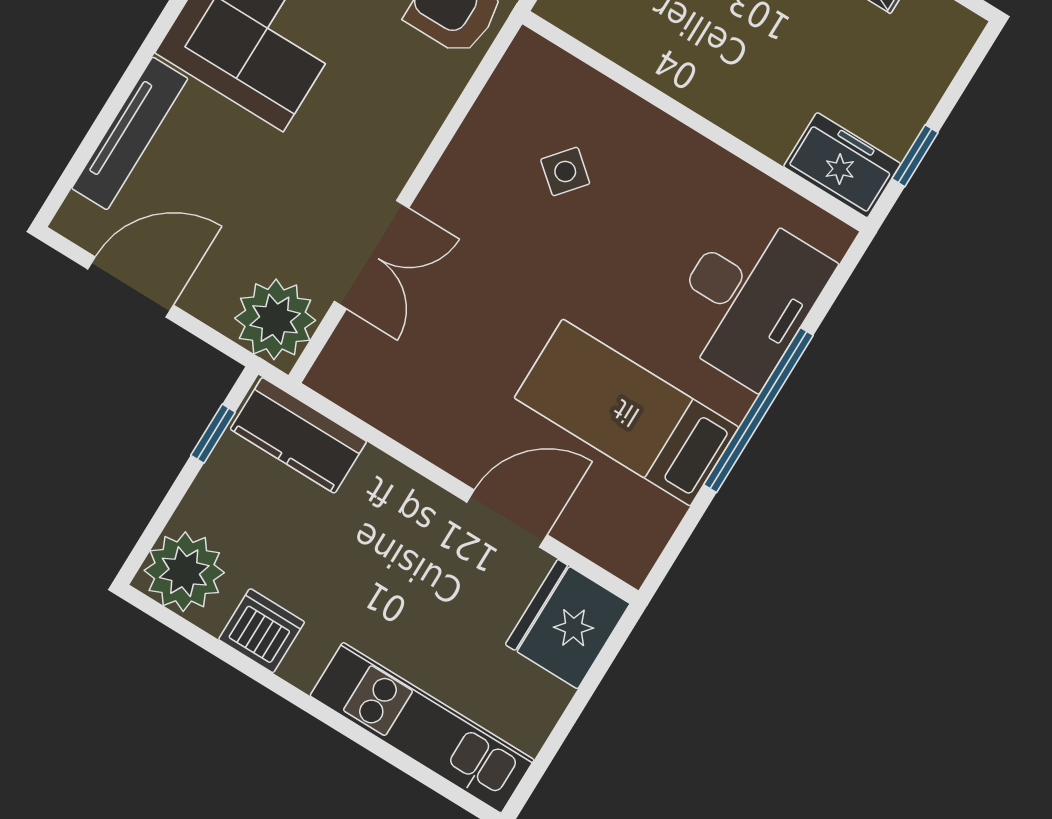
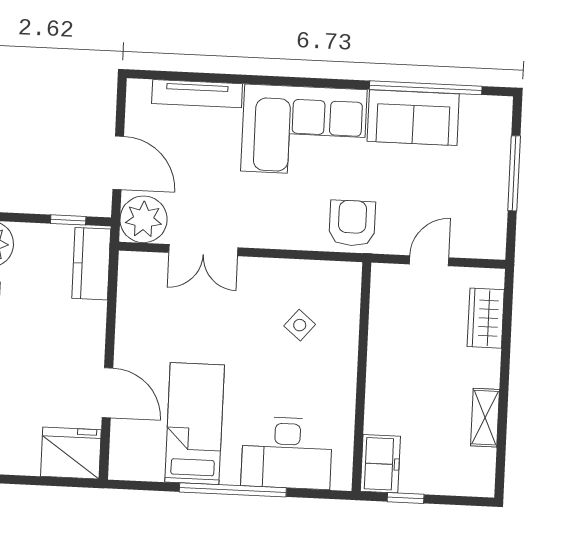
door: (131, 287) -> (118, 163), moved

